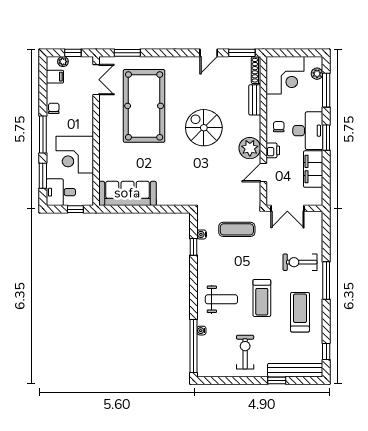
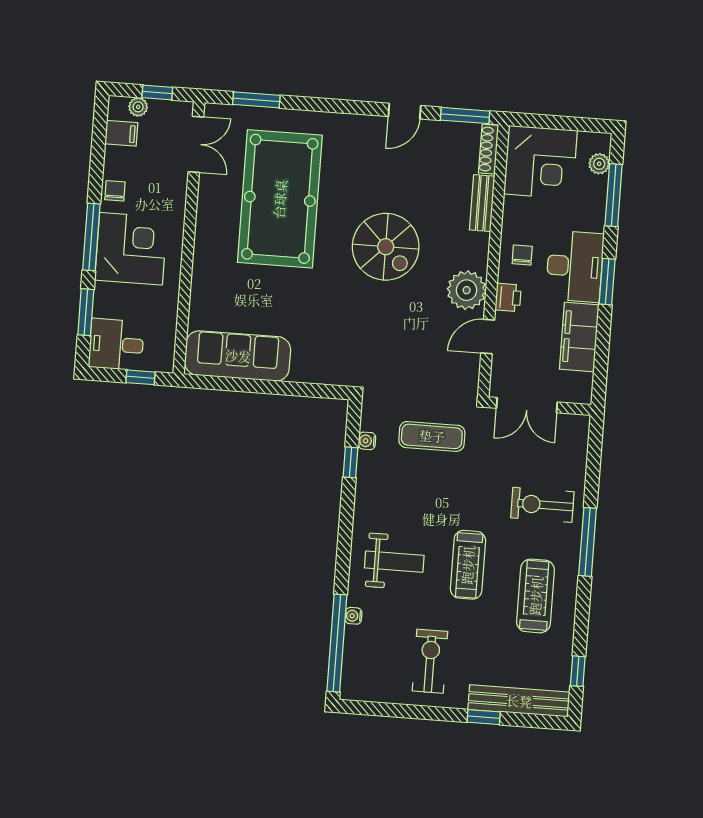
spiral stairs: (204, 128) -> (386, 247), turned 180
corner desk: (75, 155) -> (131, 249), moved, turned 180

